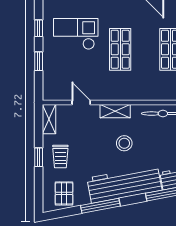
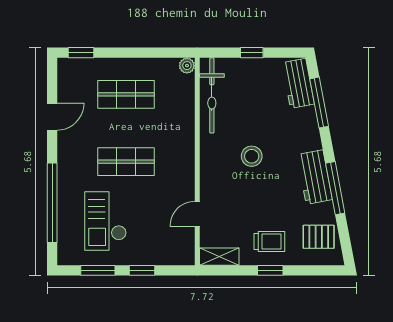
window: (39, 28) -> (98, 270), width x1.50
shelving: (115, 111) -> (209, 168), removed
workbench: (124, 184) -> (315, 177), width x0.53, depth x0.76

